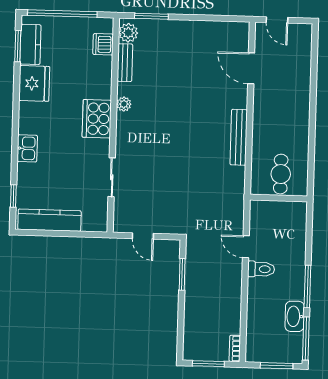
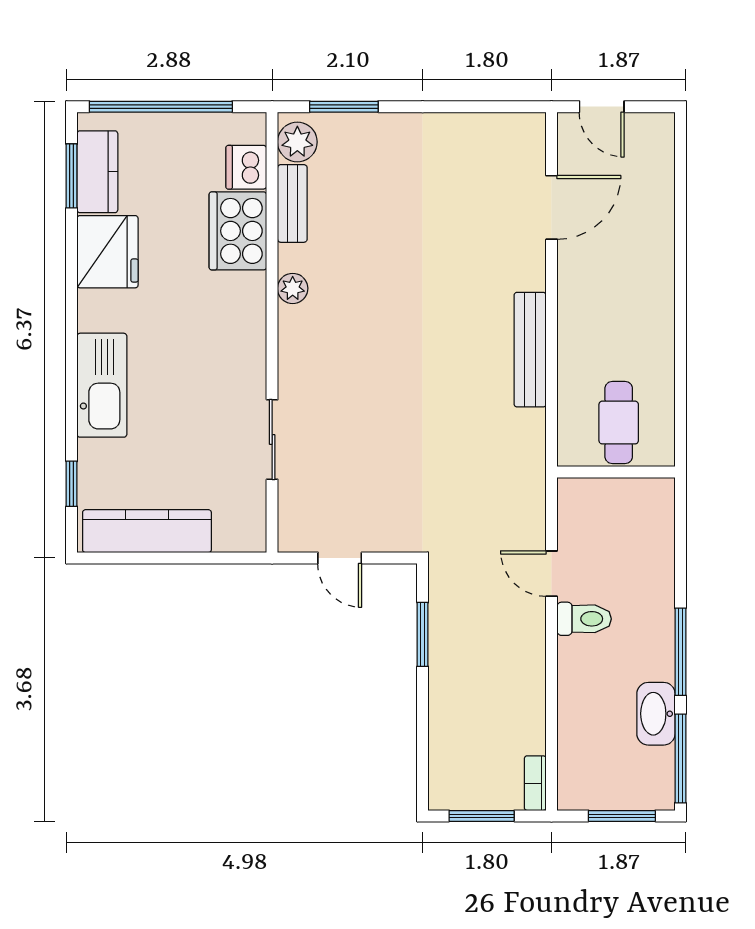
door: (251, 68) -> (552, 207), swing flipped
cooker: (97, 119) -> (238, 231), moved
kitchen sink: (27, 148) -> (102, 385), width x1.87, depth x1.24

